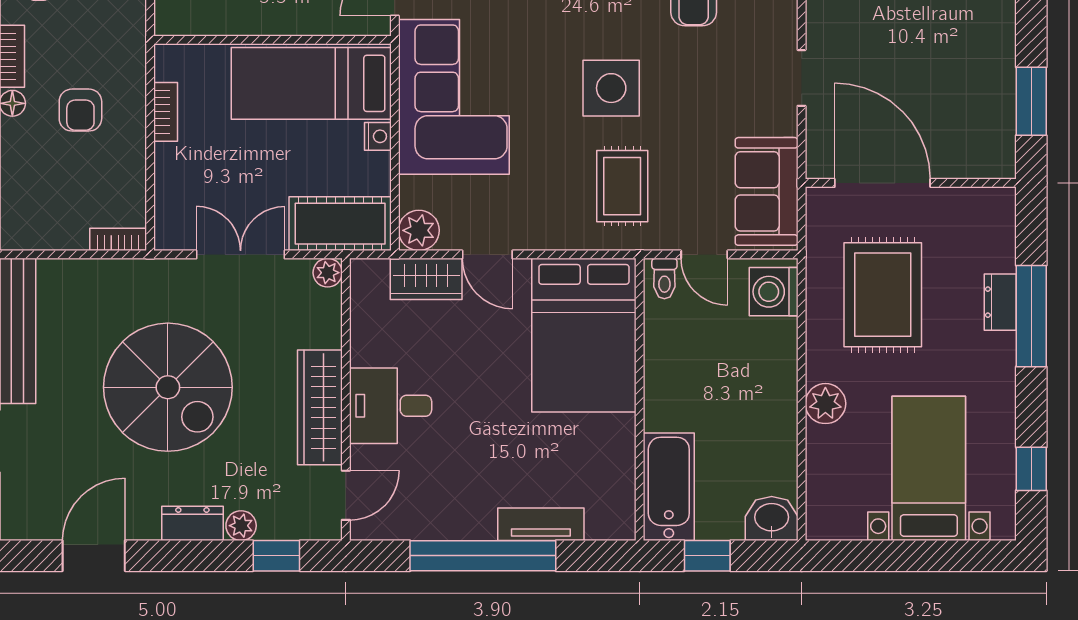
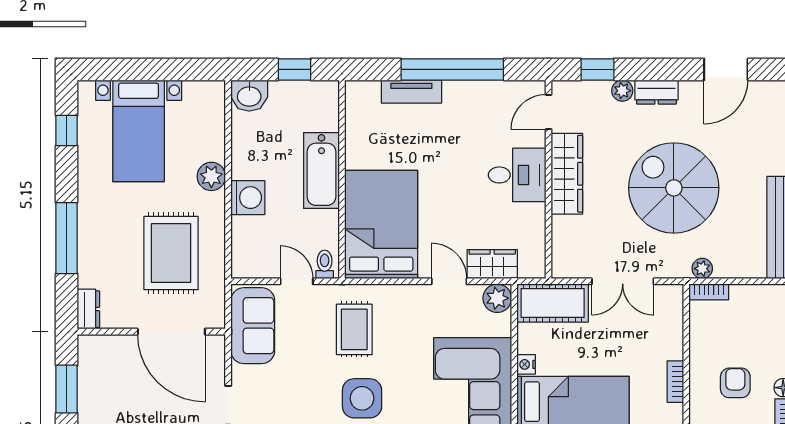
plant: (328, 273) -> (702, 269), moved
washing machine: (774, 292) -> (248, 198), moved
dresser: (1000, 302) -> (88, 309), moved
bathtub: (669, 487) -> (321, 170), moved

